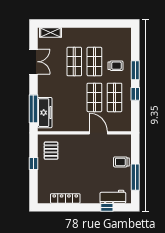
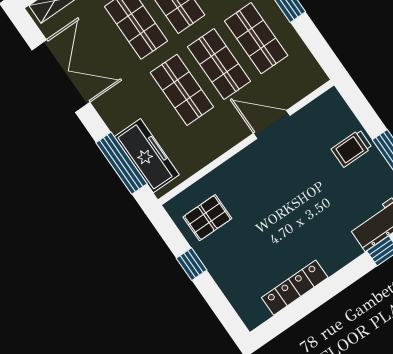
double door: (33, 62) -> (61, 76), width x1.37
shop shelf: (74, 97) -> (182, 90), added
pallet: (51, 151) -> (207, 218), turned 90

